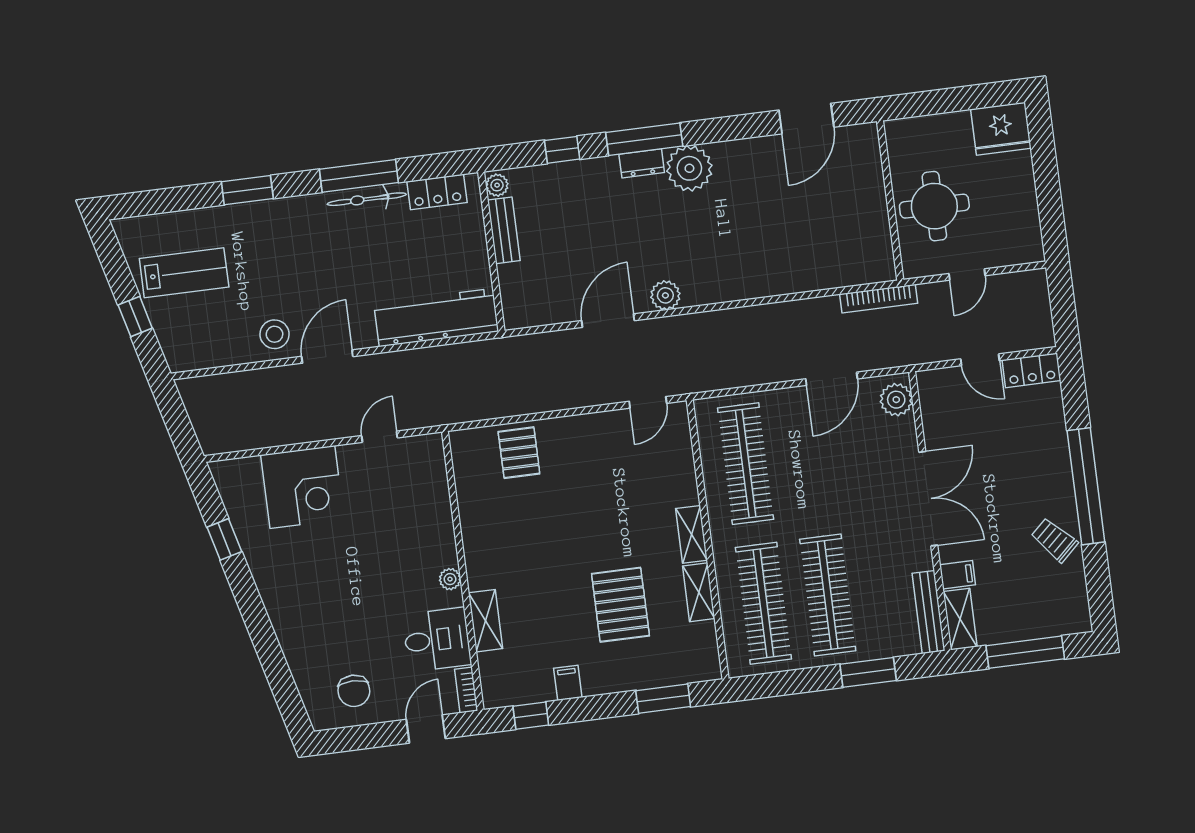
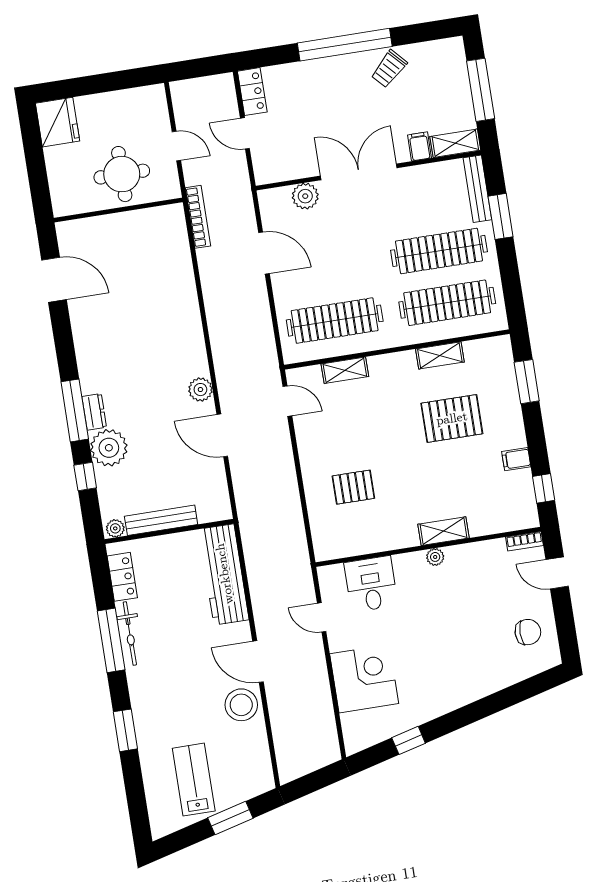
plant: (689, 168) -> (109, 448), moved
bench: (504, 230) -> (161, 520), width x1.36
window: (135, 317) -> (230, 818), width x1.50
stool: (275, 334) -> (241, 705), width x1.38, depth x1.38
door: (980, 360) -> (245, 133), swing flipped
plant: (896, 400) -> (305, 196), moved
pallet: (519, 453) -> (353, 487), moved
shelving: (692, 534) -> (345, 370), moved
bench: (928, 612) -> (477, 189), moved, turned 90
shelving: (486, 621) -> (444, 531), moved
desk: (437, 640) -> (371, 584), moved

